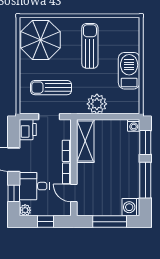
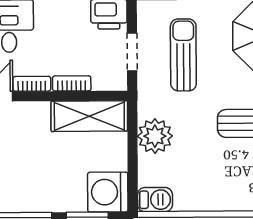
barbecue: (129, 71) -> (155, 200), moved, width x0.53, depth x0.65
washing machine: (134, 125) -> (108, 192), width x1.89, depth x1.89

